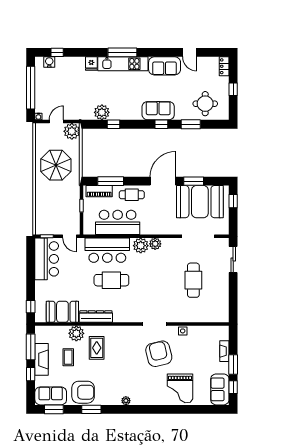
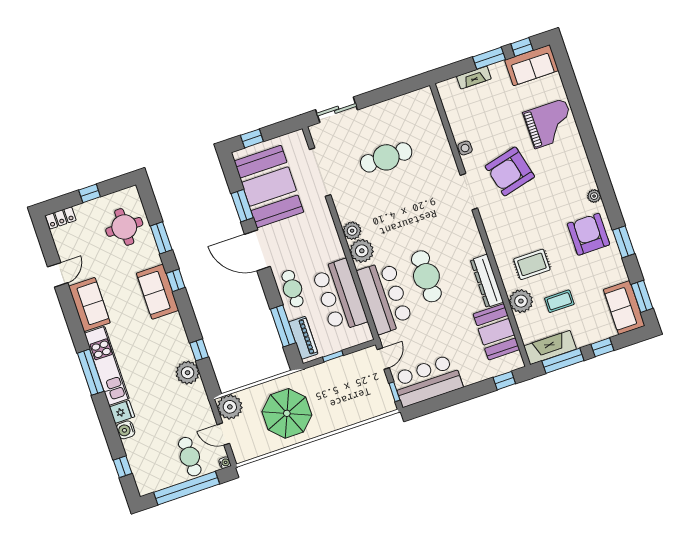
water cooler: (49, 62) -> (126, 430), moved
cafe table: (49, 96) -> (190, 457), added
fireplace: (42, 359) -> (550, 347), moved
armchair: (83, 392) -> (588, 234), moved

